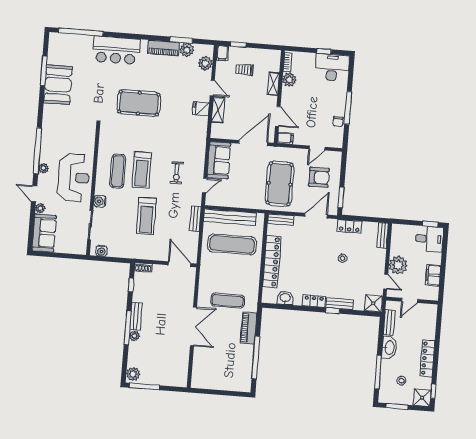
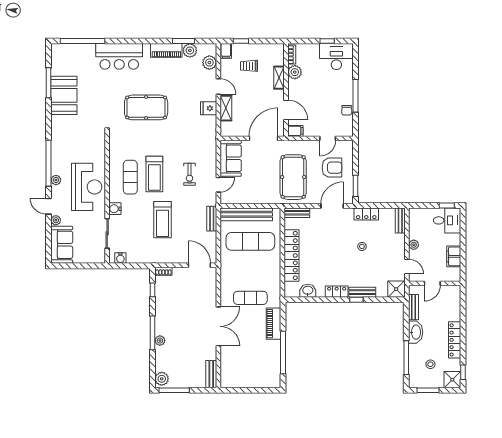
plant: (398, 265) -> (414, 245), width x0.53, depth x0.53
bench: (136, 316) -> (211, 374), moved

